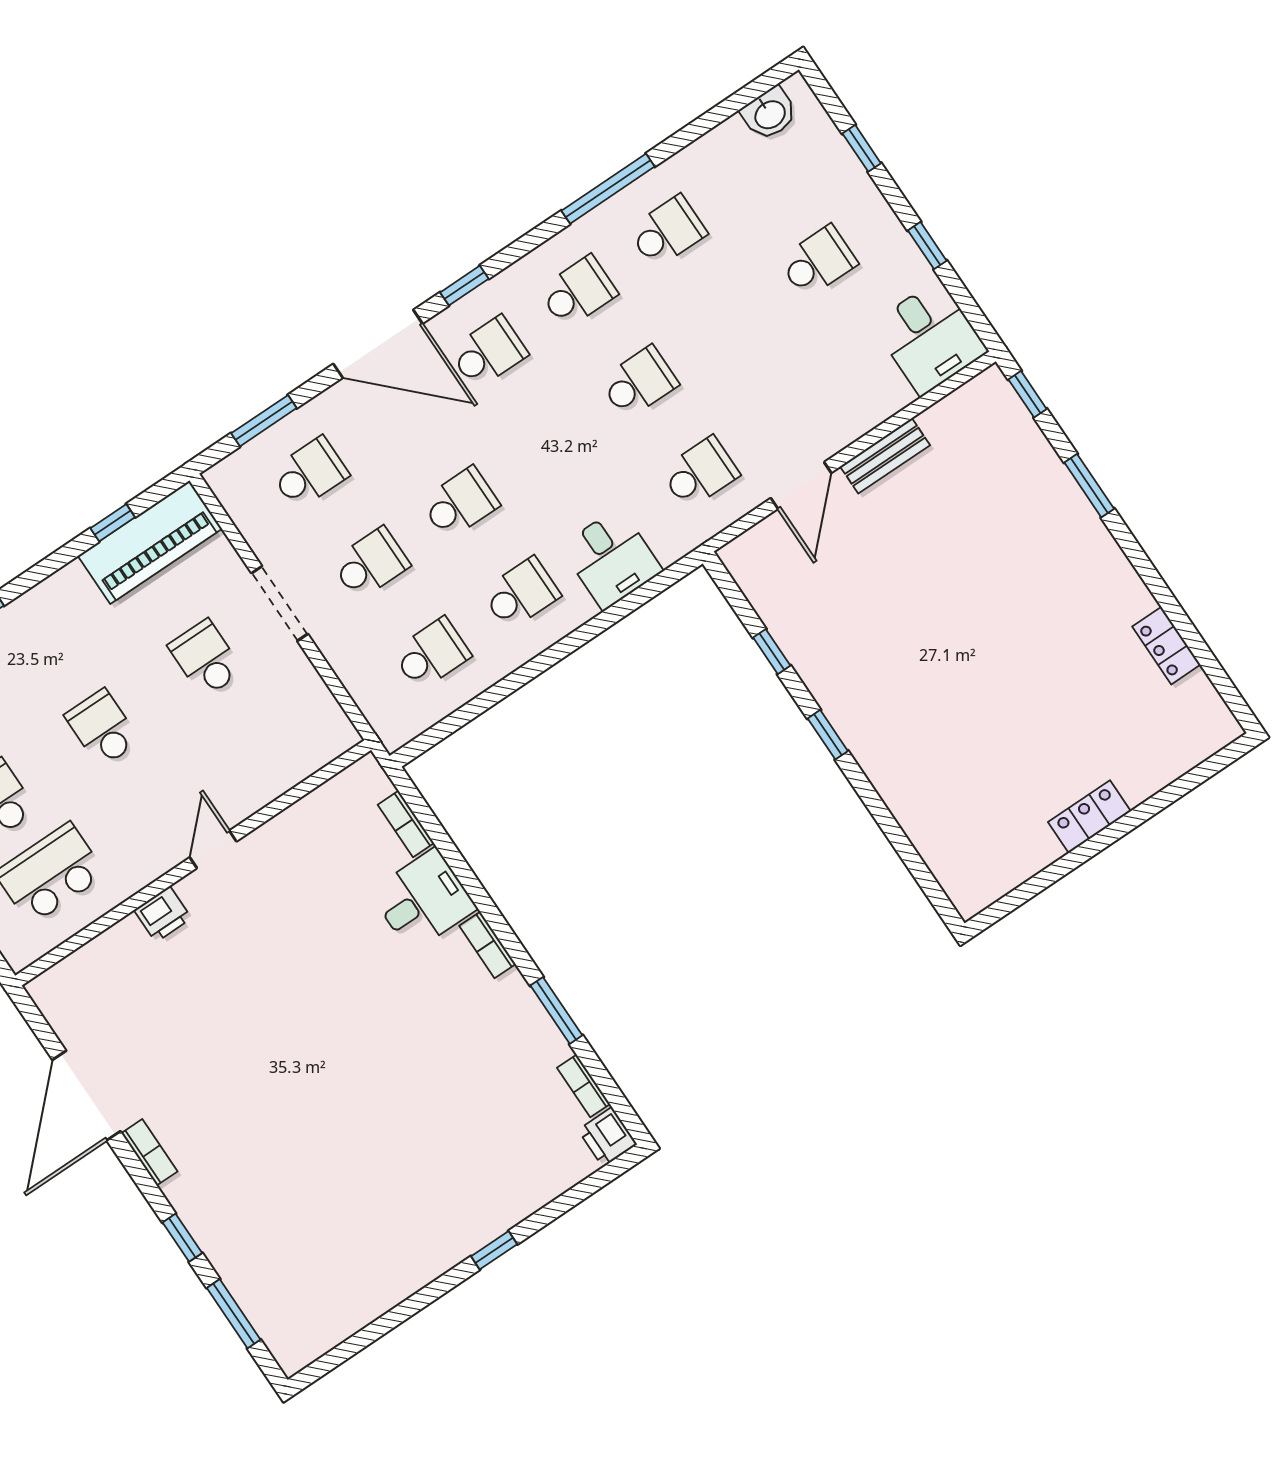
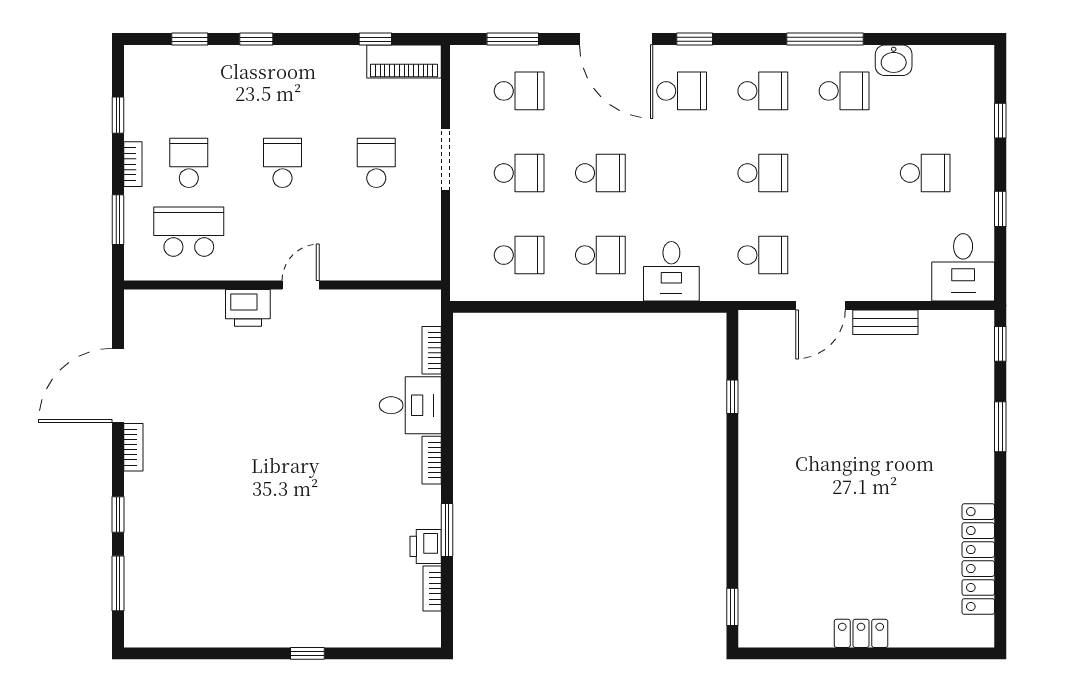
washbasin: (769, 114) -> (894, 60), moved
piano: (150, 542) -> (404, 61), width x0.73, depth x0.75
locker: (1166, 646) -> (978, 559), width x2.16, depth x1.21
window: (828, 735) -> (732, 607), moved
printer: (163, 914) -> (248, 308), width x1.36, depth x1.24
printer: (608, 1137) -> (426, 546), moved

